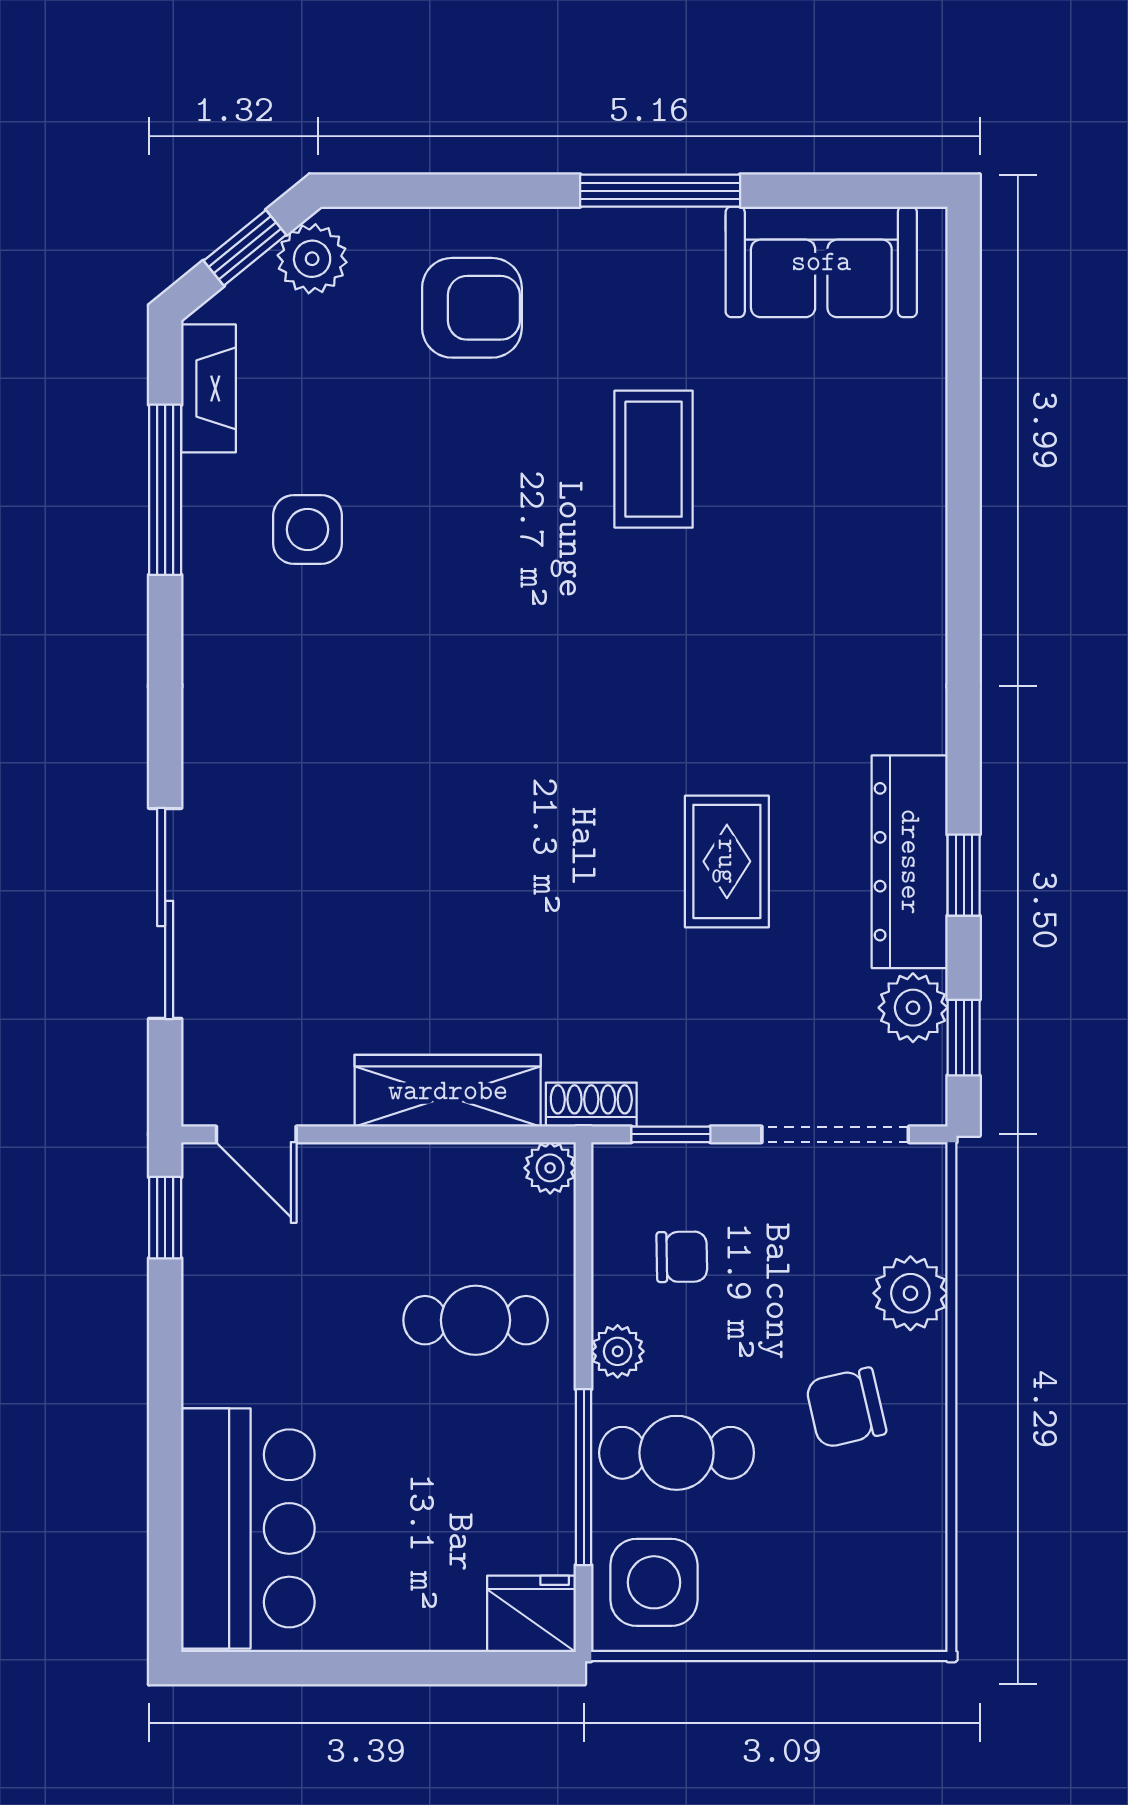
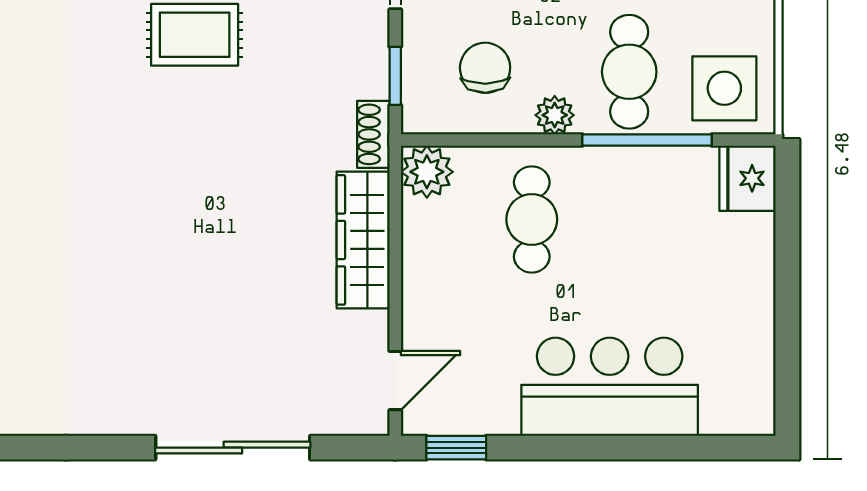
plant: (550, 1168) -> (427, 172), width x1.38, depth x1.38
chair: (682, 1257) -> (485, 68), width x1.37, depth x1.37
bar counter: (248, 1528) -> (610, 387), moved

